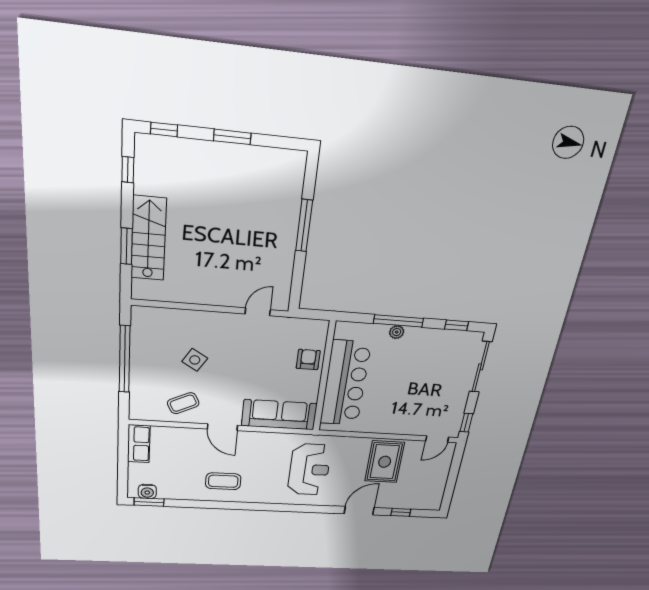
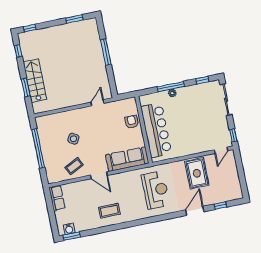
window: (232, 137) -> (74, 19), moved

